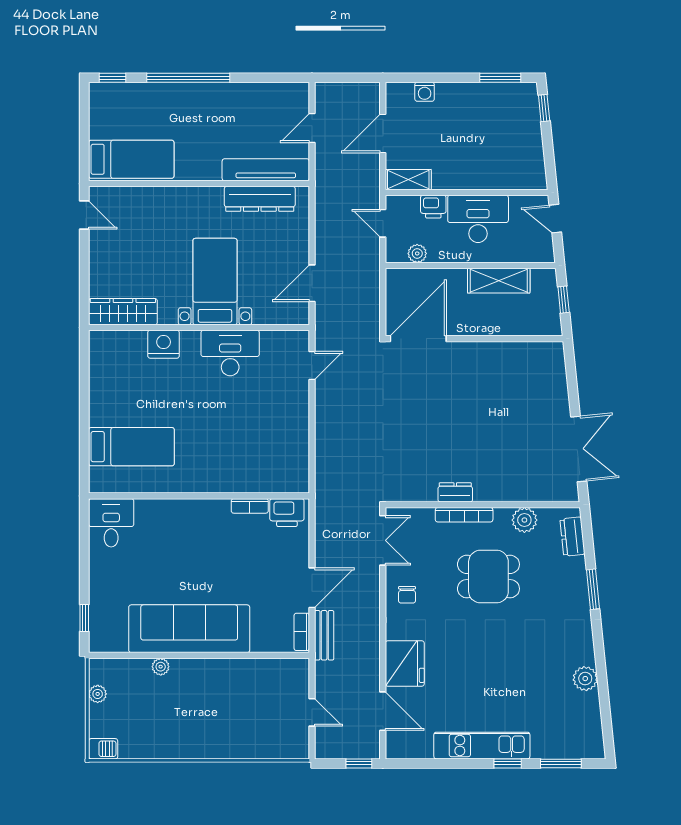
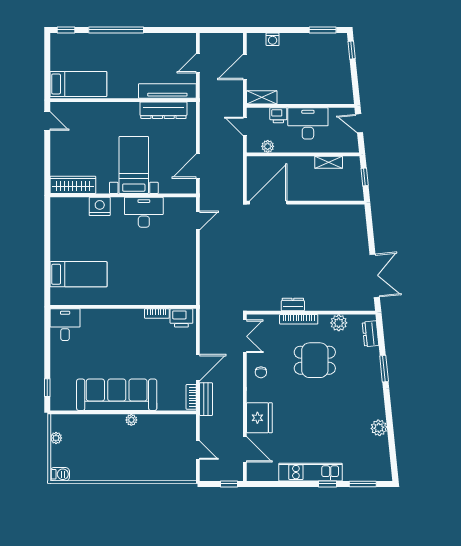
shelving: (499, 281) -> (329, 162), width x0.67, depth x0.75
plant: (161, 667) -> (131, 420), moved

